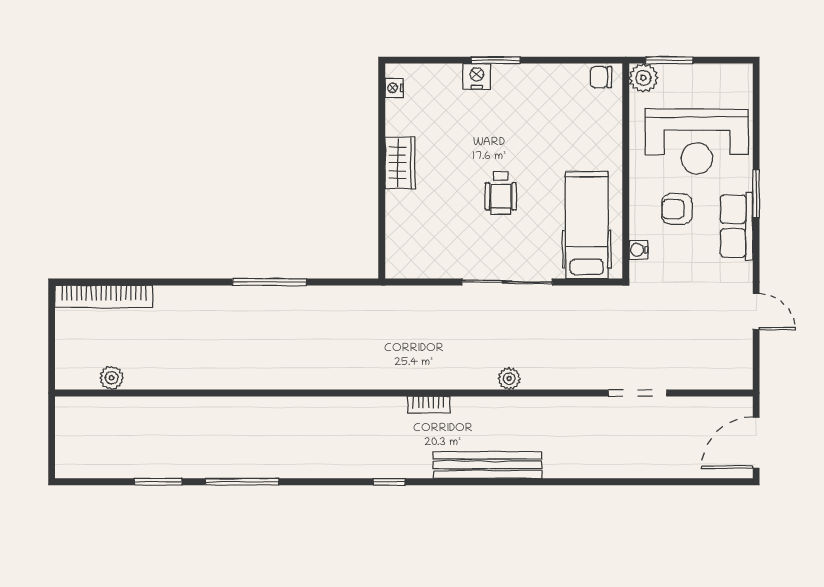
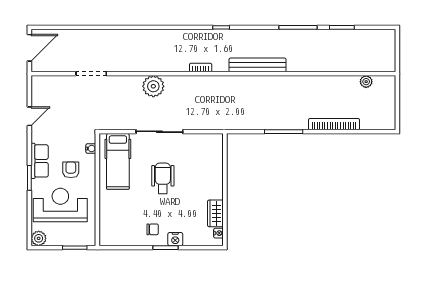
chair: (601, 77) -> (153, 229), moved
plant: (643, 78) -> (39, 238), moved
wardrobe: (400, 163) -> (215, 213), moved
wheelchair: (501, 193) -> (163, 178), width x1.36, depth x1.37
armchair: (677, 209) -> (71, 170), turned -90
bookcase: (104, 296) -> (334, 124), moved
door: (756, 312) -> (29, 116), swing flipped
plant: (509, 379) -> (153, 86), width x1.88, depth x1.88
bench: (488, 465) -> (257, 65), moved

